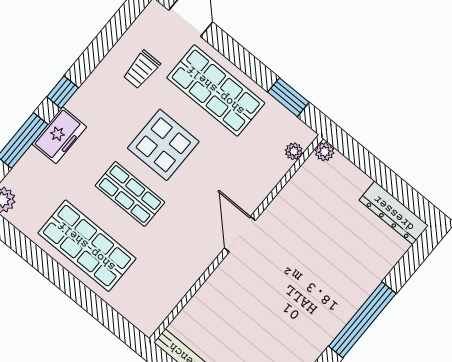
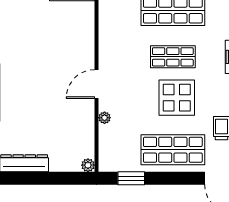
plant: (294, 151) -> (105, 118), moved
door: (240, 234) -> (97, 84), swing flipped

